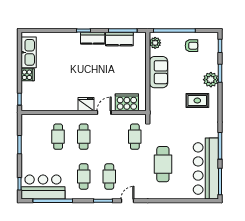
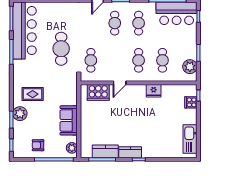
cooker: (28, 75) -> (191, 102), moved
fridge: (86, 104) -> (154, 91), moved
plant: (29, 130) -> (190, 67), added
cafe table: (163, 164) -> (61, 49), moved

